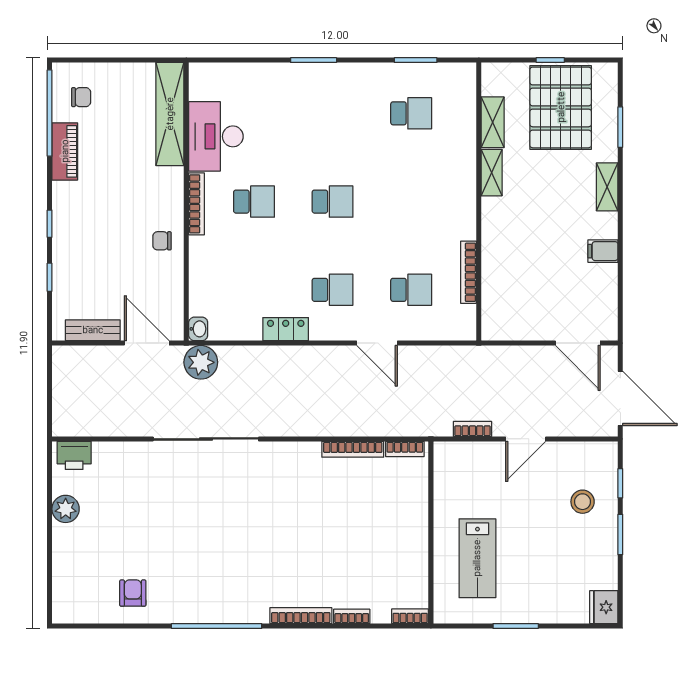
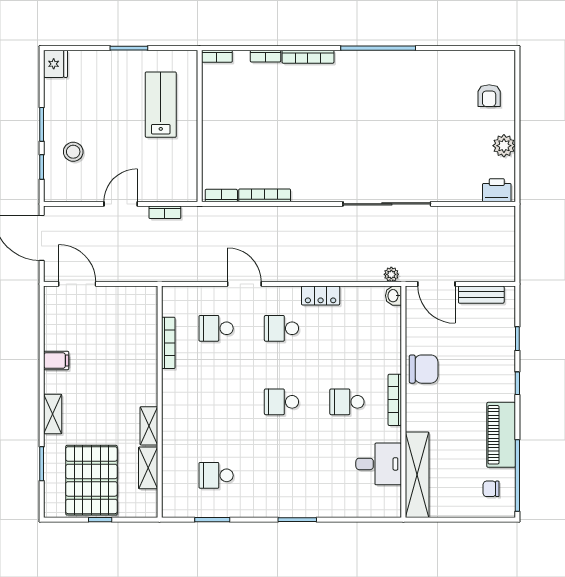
desk: (216, 136) -> (379, 464), width x0.73
piano: (65, 151) -> (501, 435), width x1.37, depth x1.33
chair: (162, 241) -> (424, 369), width x1.87, depth x1.87
plant: (201, 362) -> (391, 274), width x0.53, depth x0.53
armchair: (133, 593) -> (489, 96), moved

